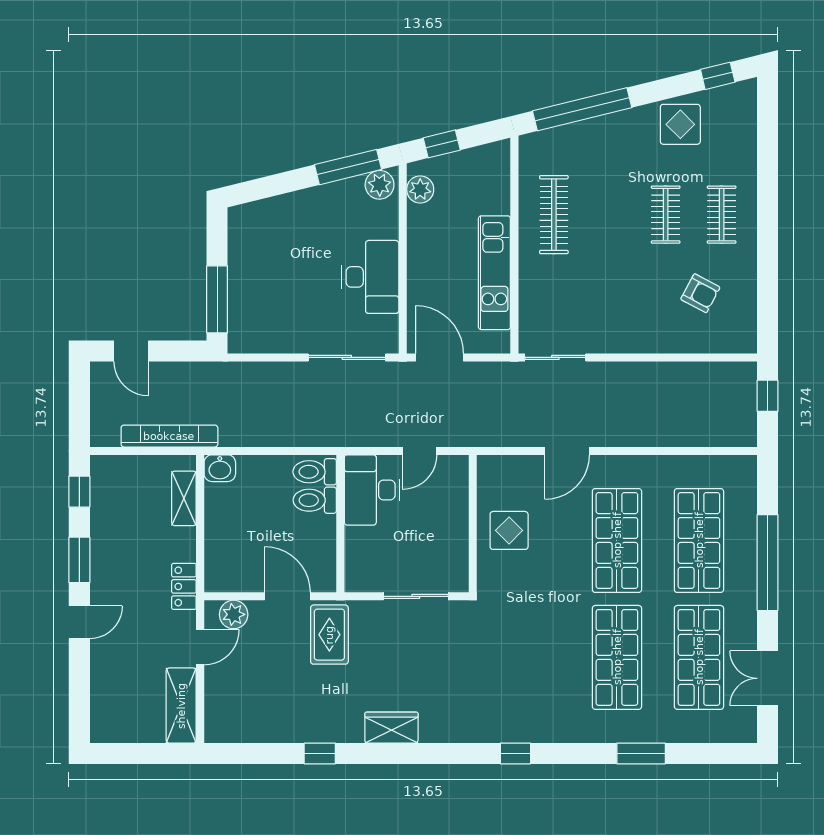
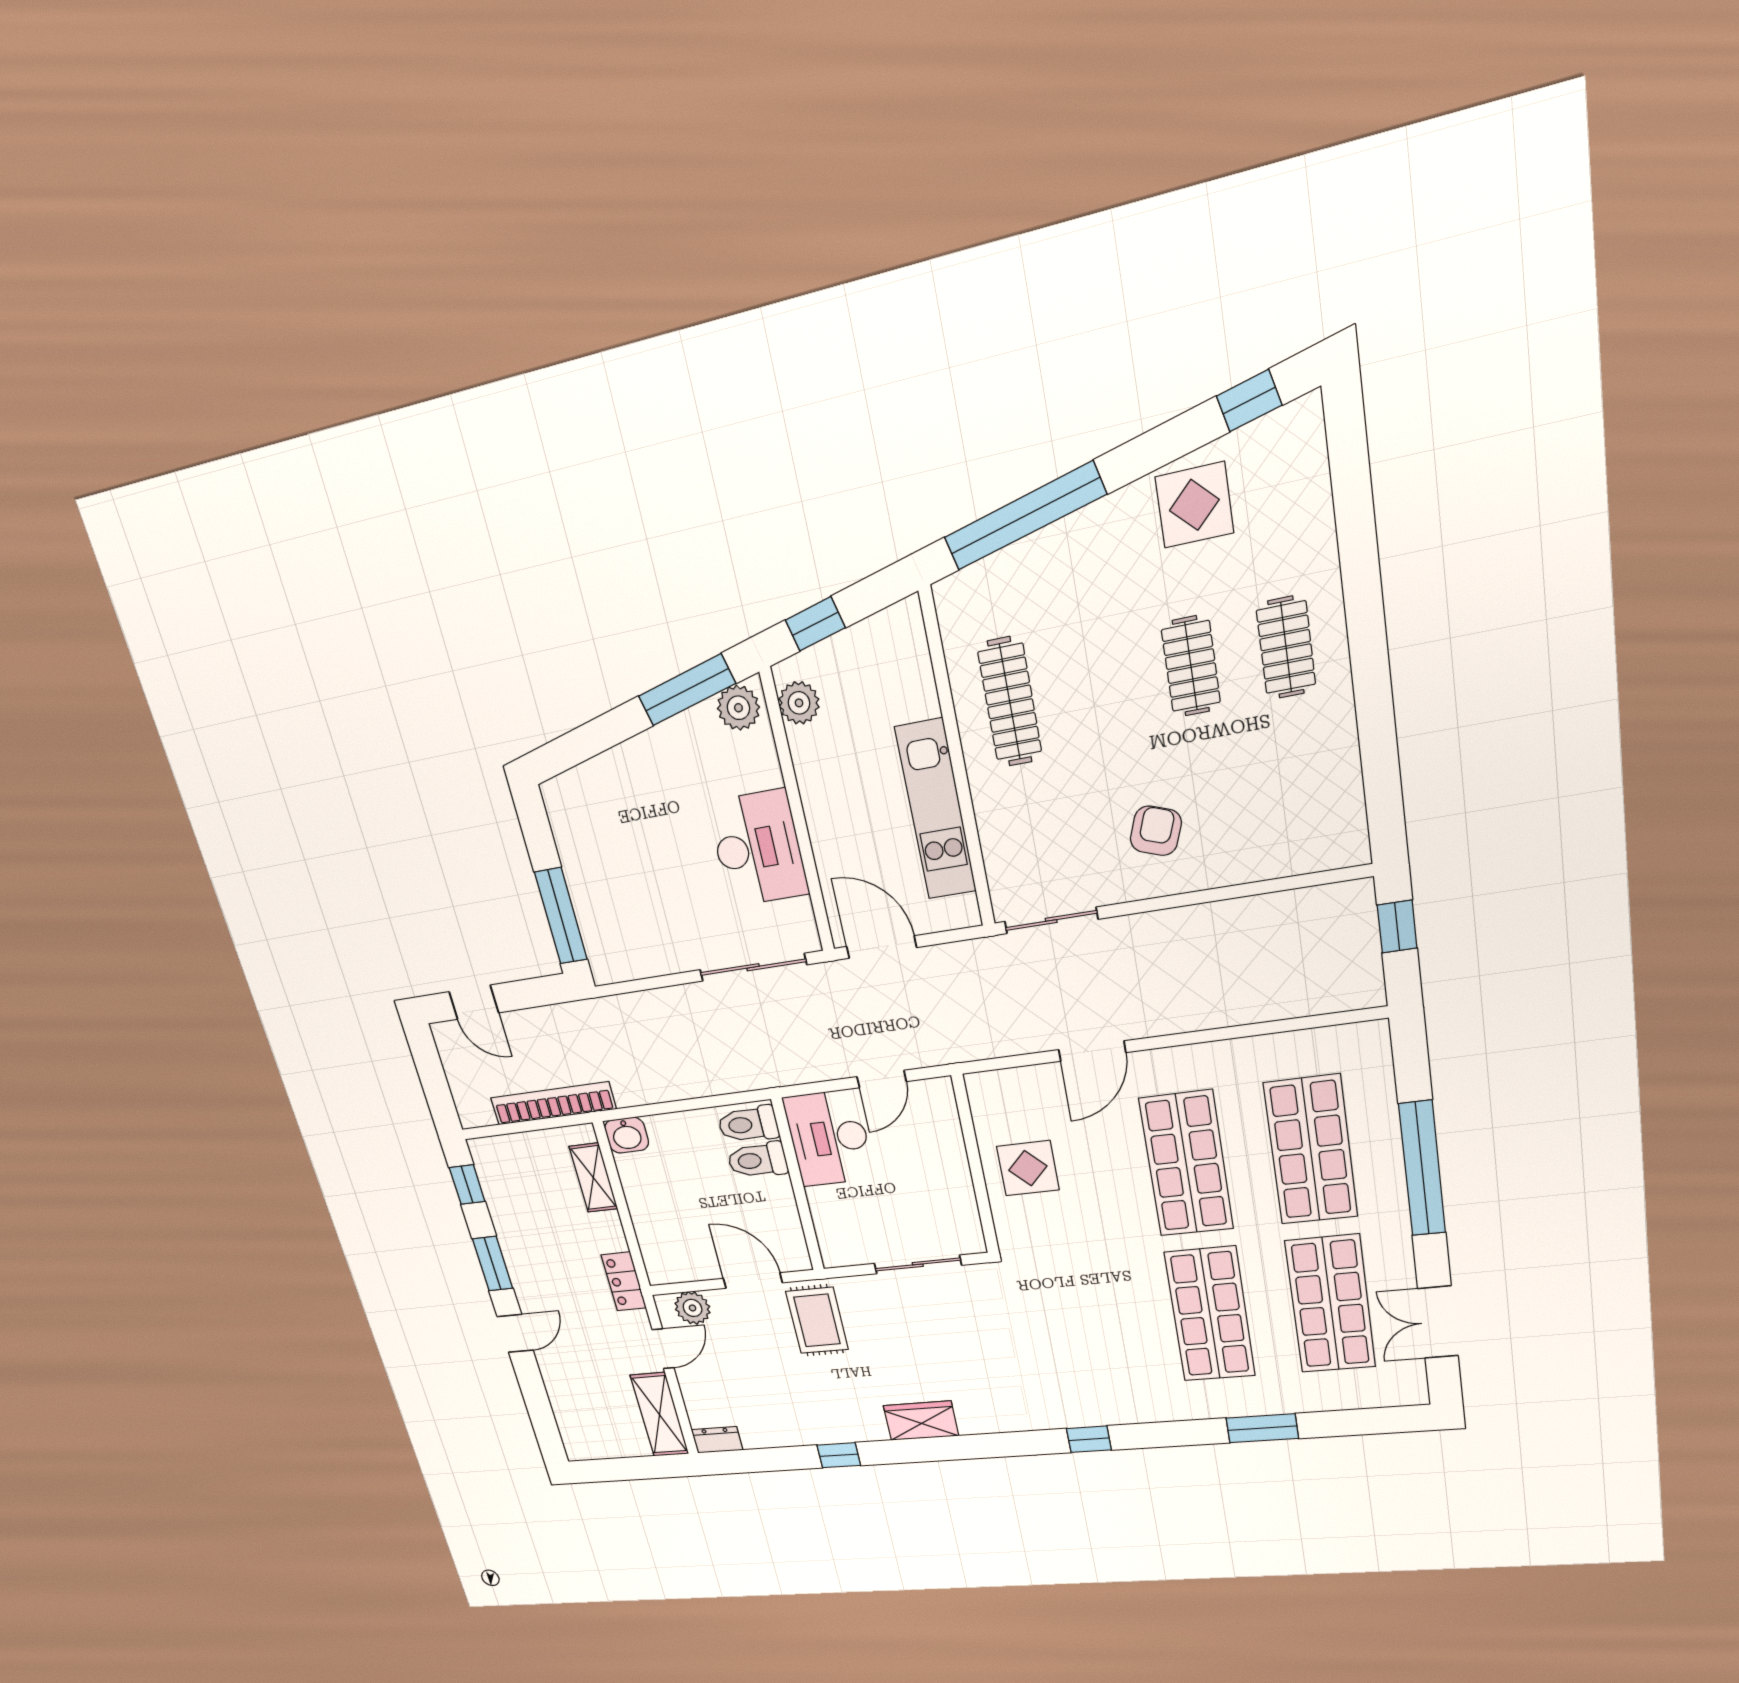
armchair: (700, 293) -> (1156, 831), moved, turned -98
dresser: (223, 732) -> (717, 1440), added

